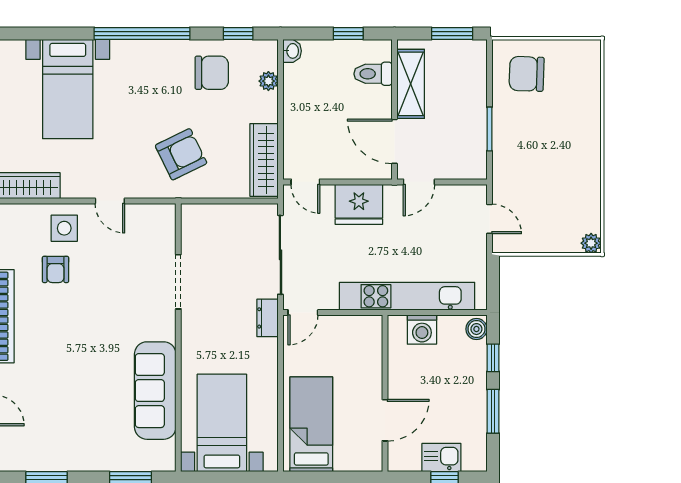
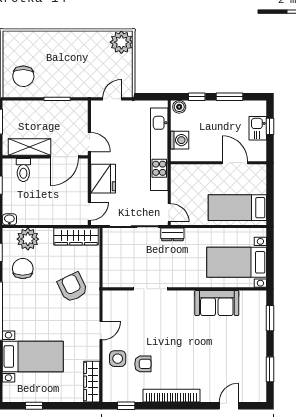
plant: (268, 81) -> (28, 239), width x1.87, depth x1.87
plant: (591, 243) -> (121, 42), width x1.87, depth x1.87
sofa: (155, 391) -> (217, 303), width x0.73

